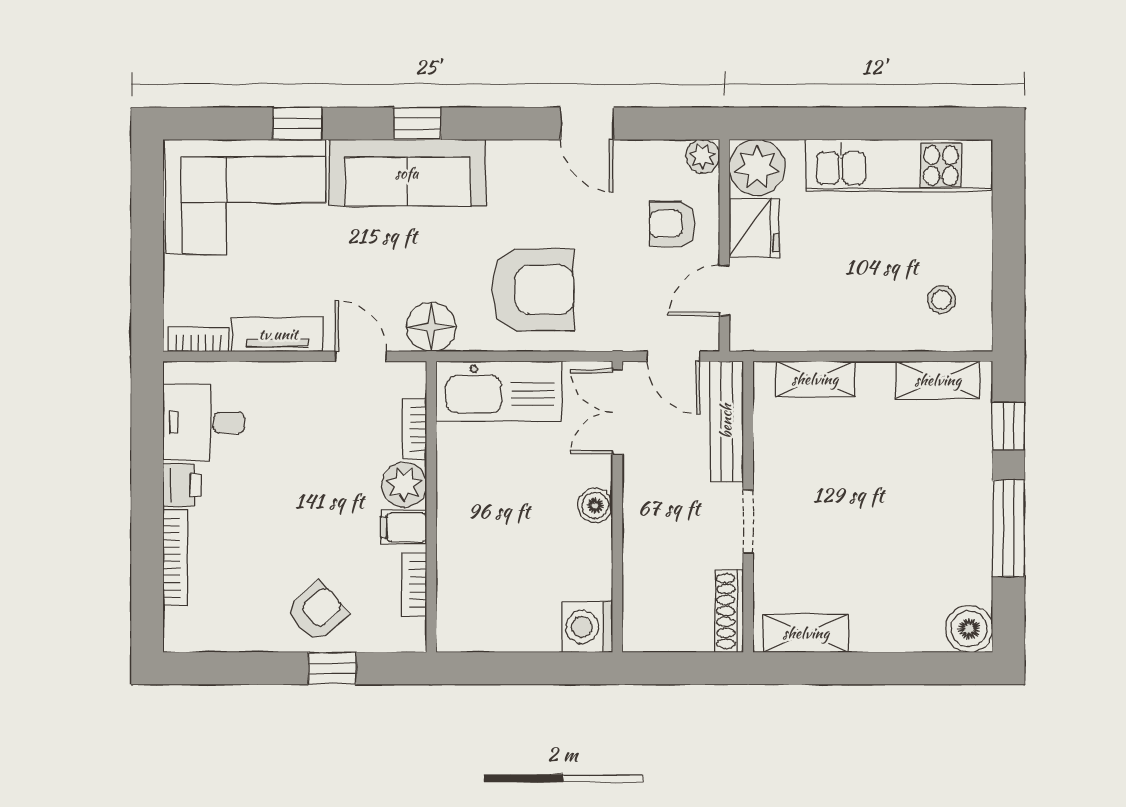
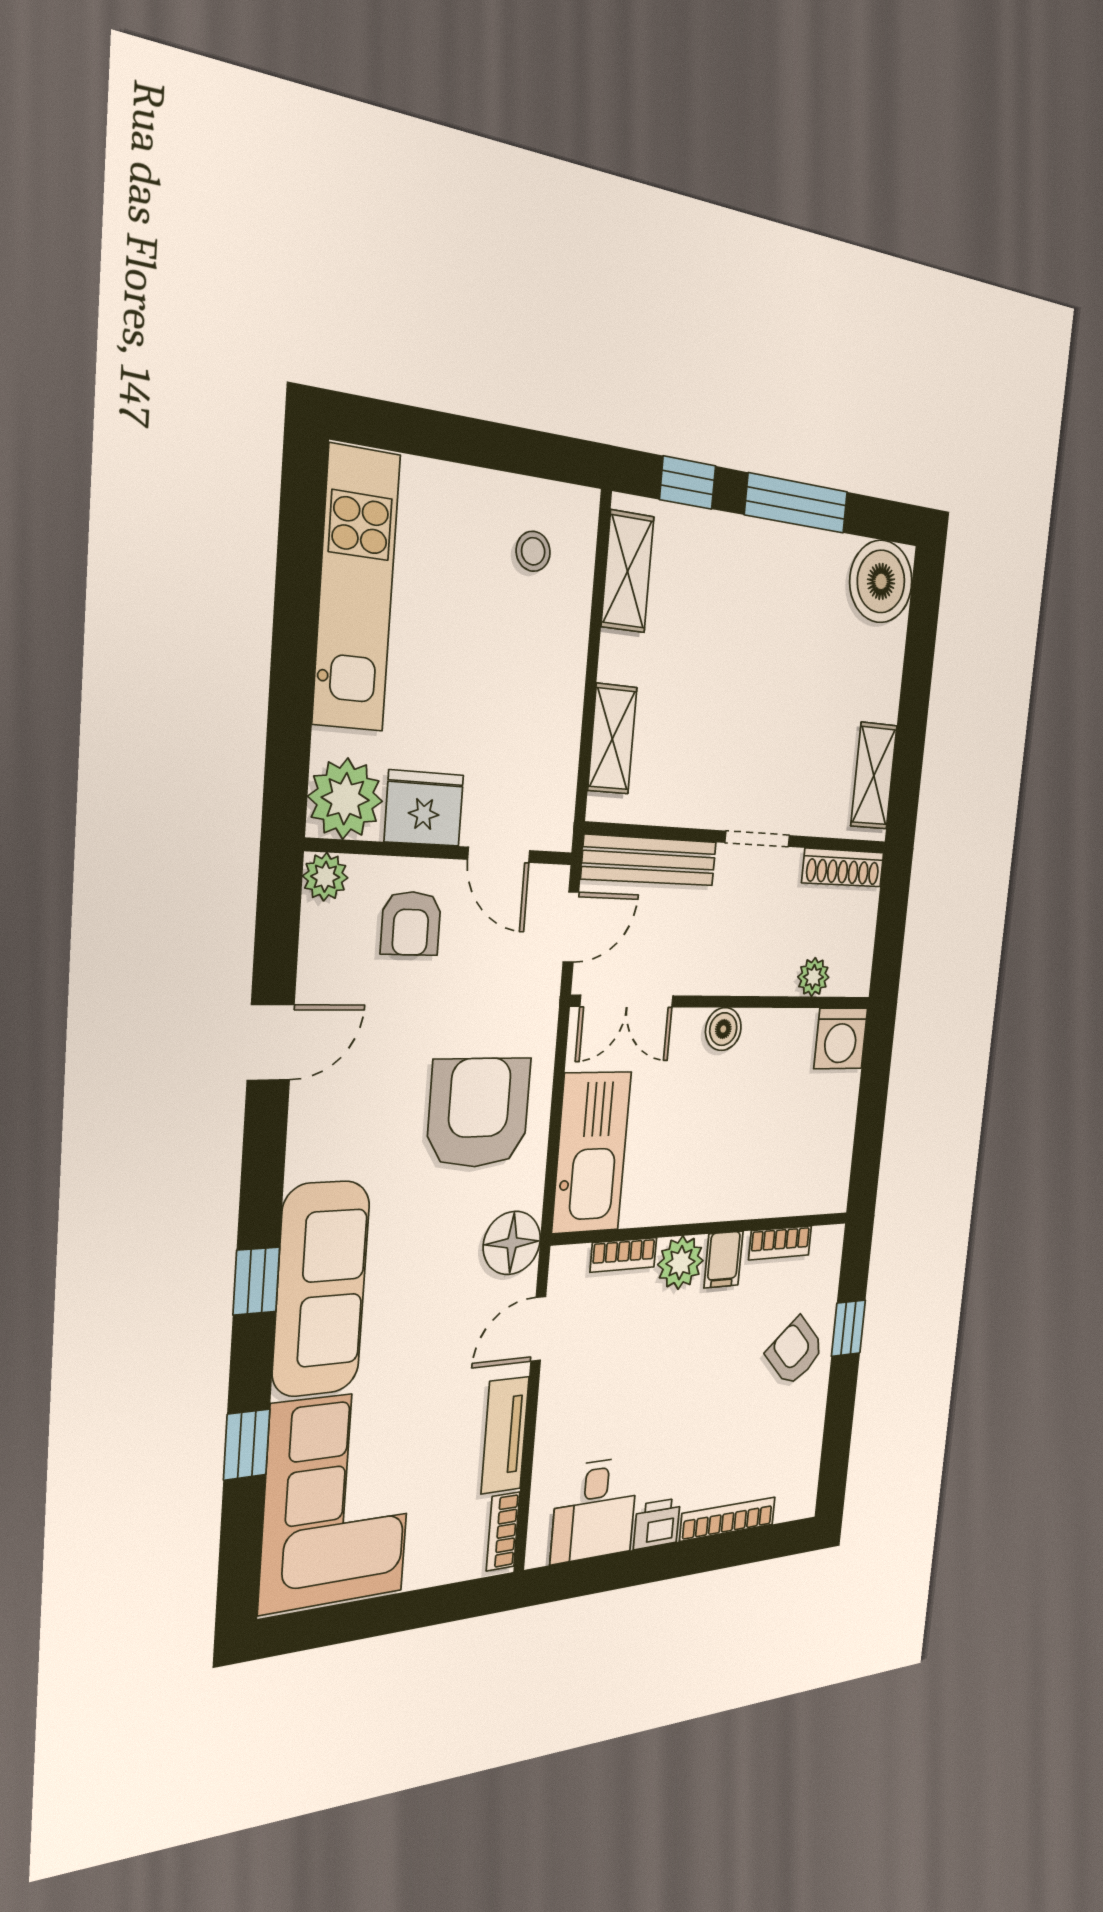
plant: (638, 591) -> (813, 977), added
boiler: (969, 629) -> (881, 581), width x1.37, depth x1.37

